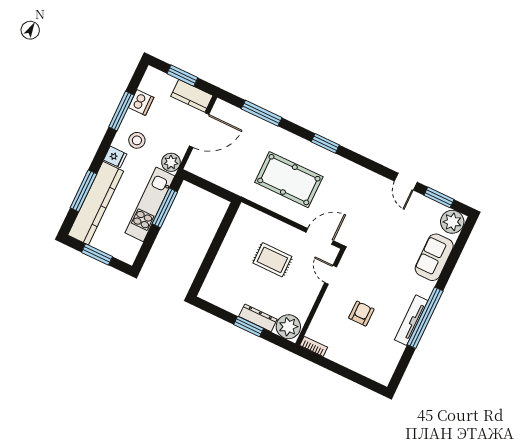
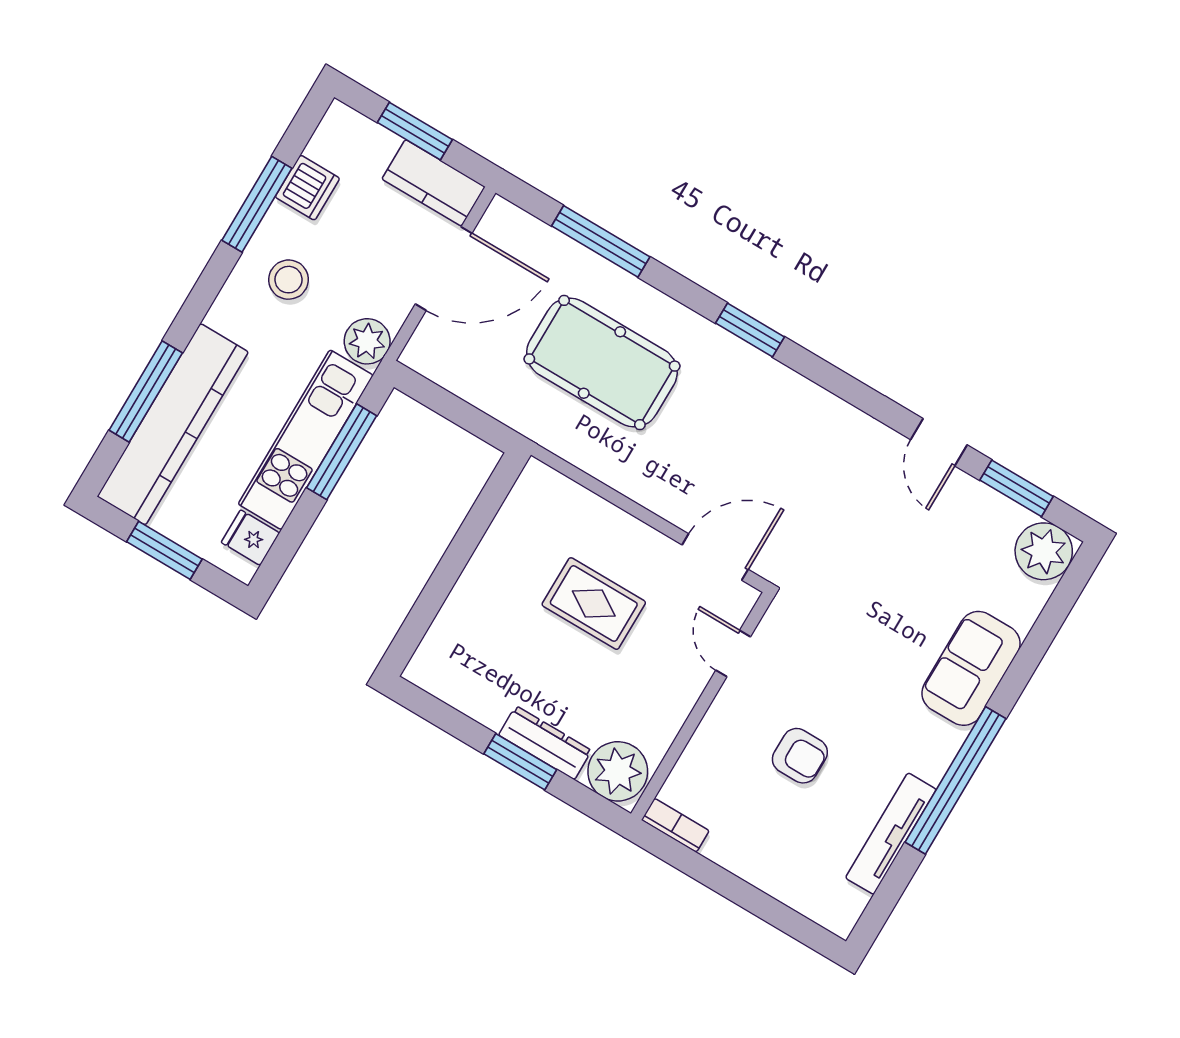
fridge: (115, 157) -> (250, 538), moved, turned 180
pool table: (289, 180) -> (602, 363), moved
sofa: (434, 257) -> (971, 668), moved
armchair: (361, 314) -> (800, 756), turned 90
tv unit: (411, 320) -> (891, 834), moved

